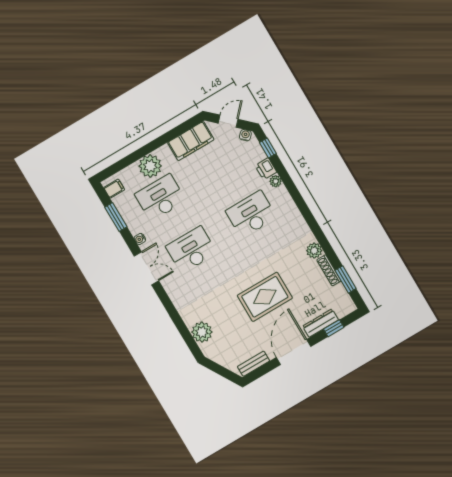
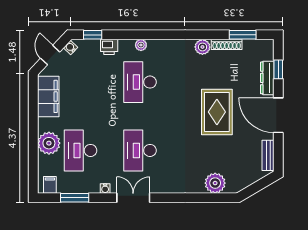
plant: (276, 181) -> (141, 45), moved

